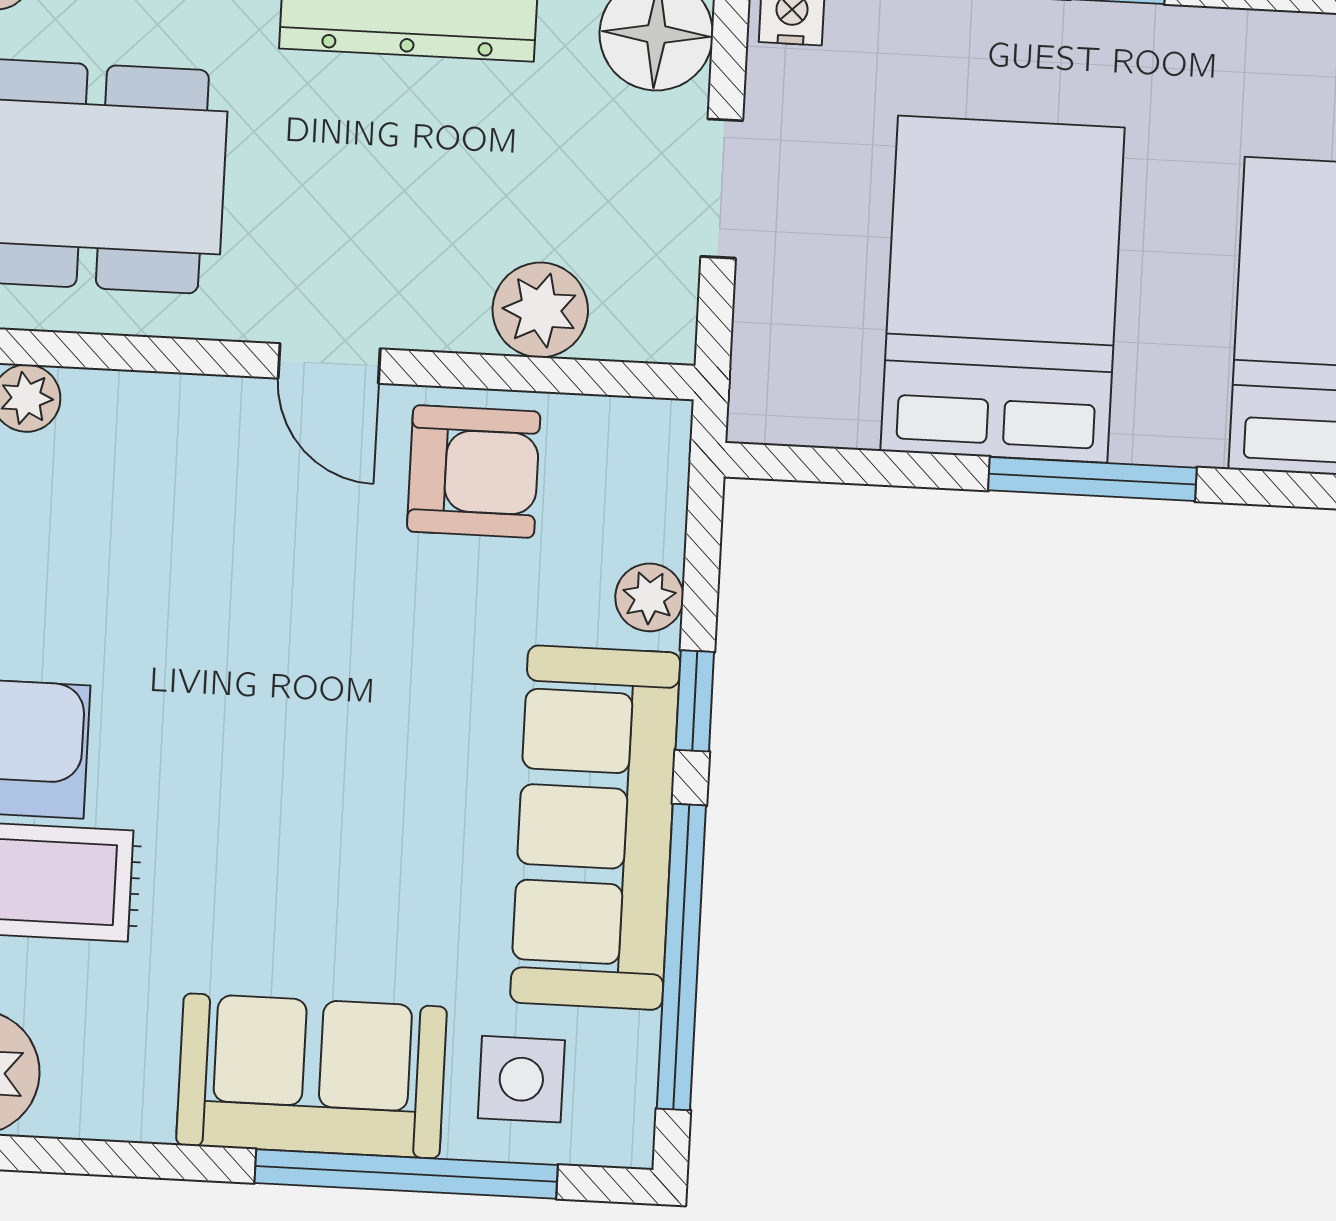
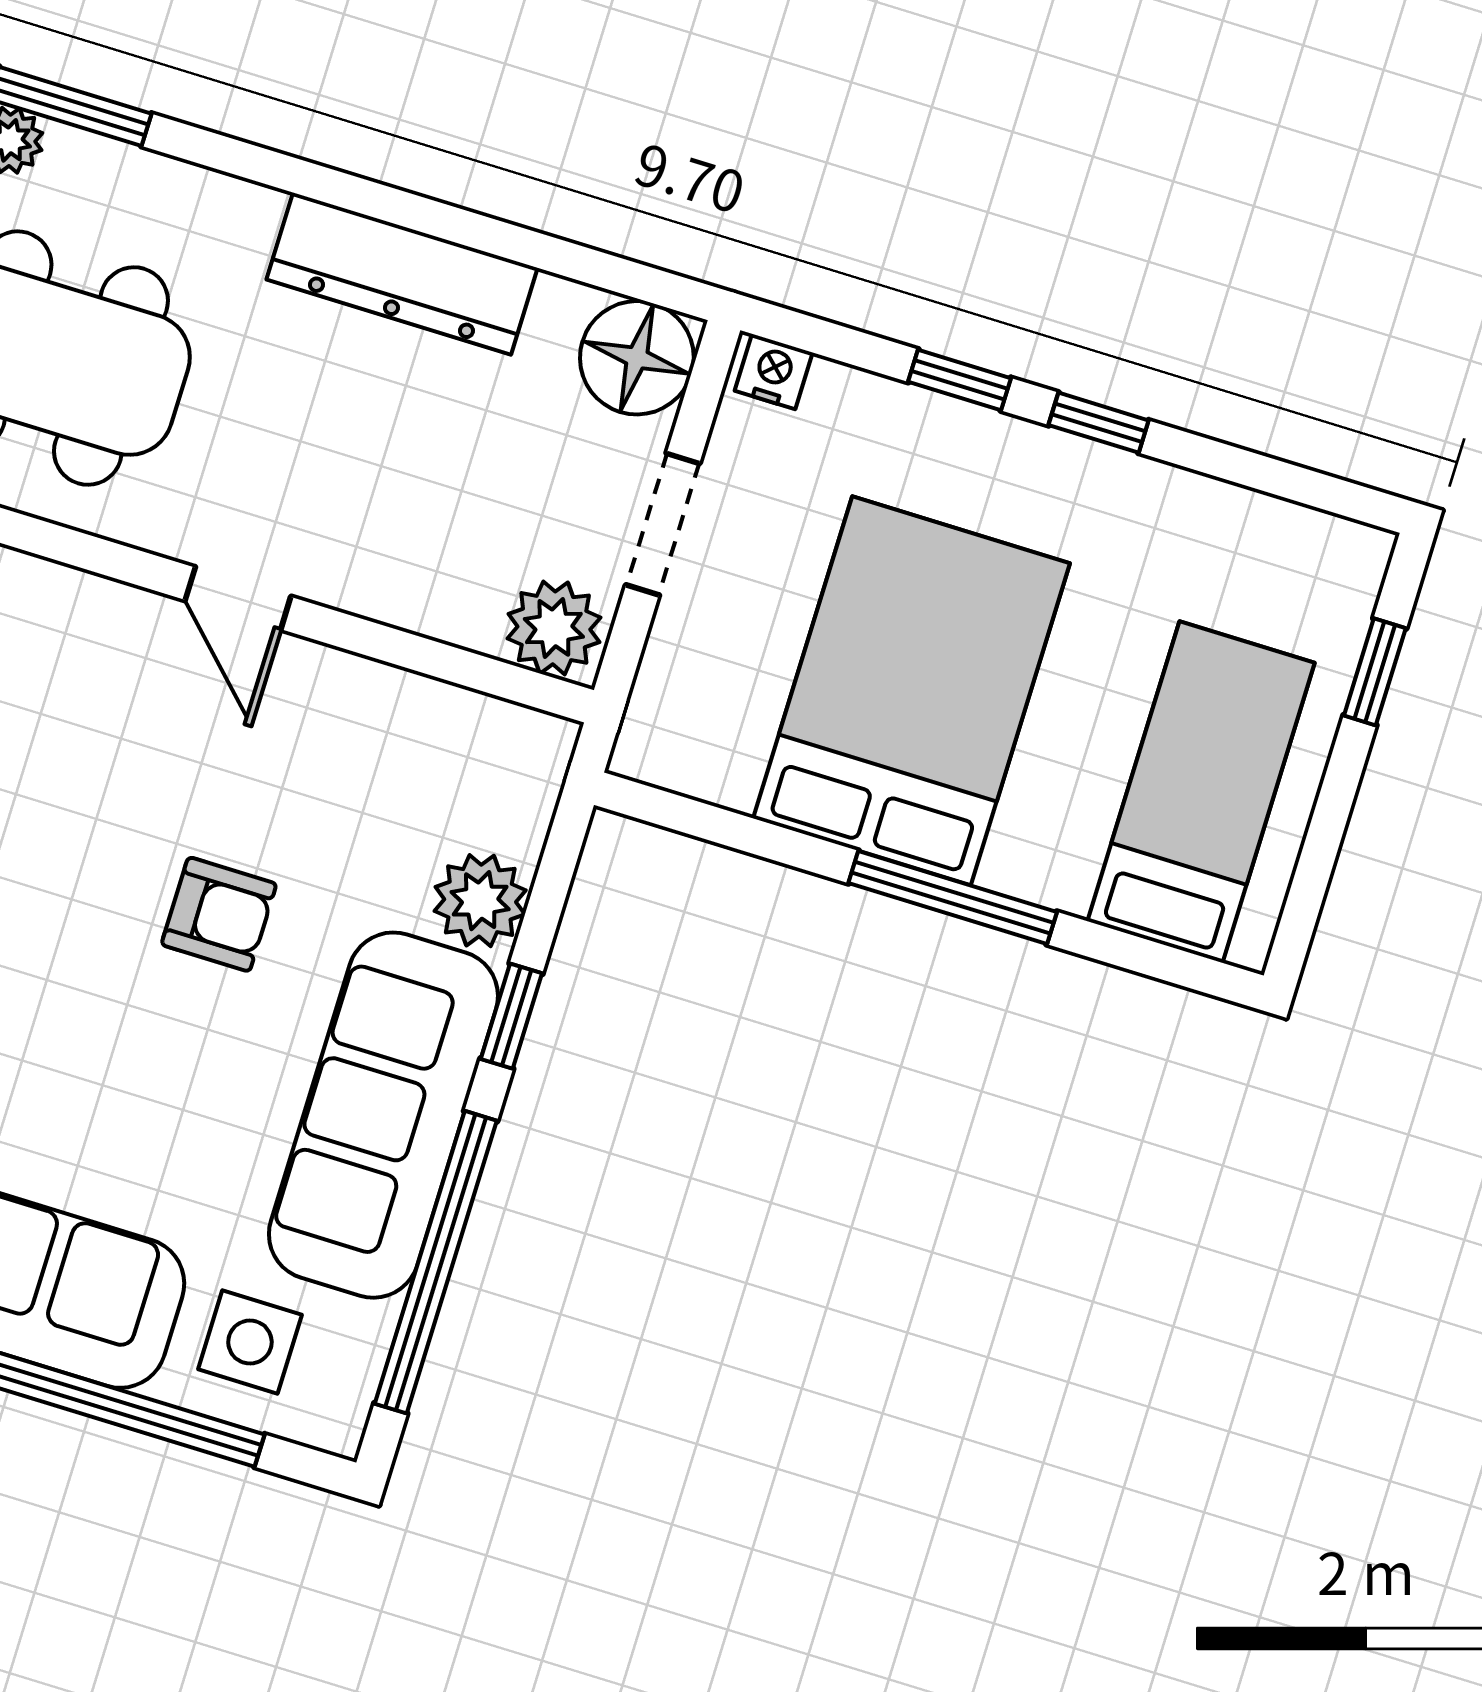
plant: (540, 310) -> (554, 628), moved
armchair: (474, 472) -> (219, 914), moved, width x0.72, depth x0.72
plant: (649, 597) -> (480, 901), width x1.38, depth x1.38

